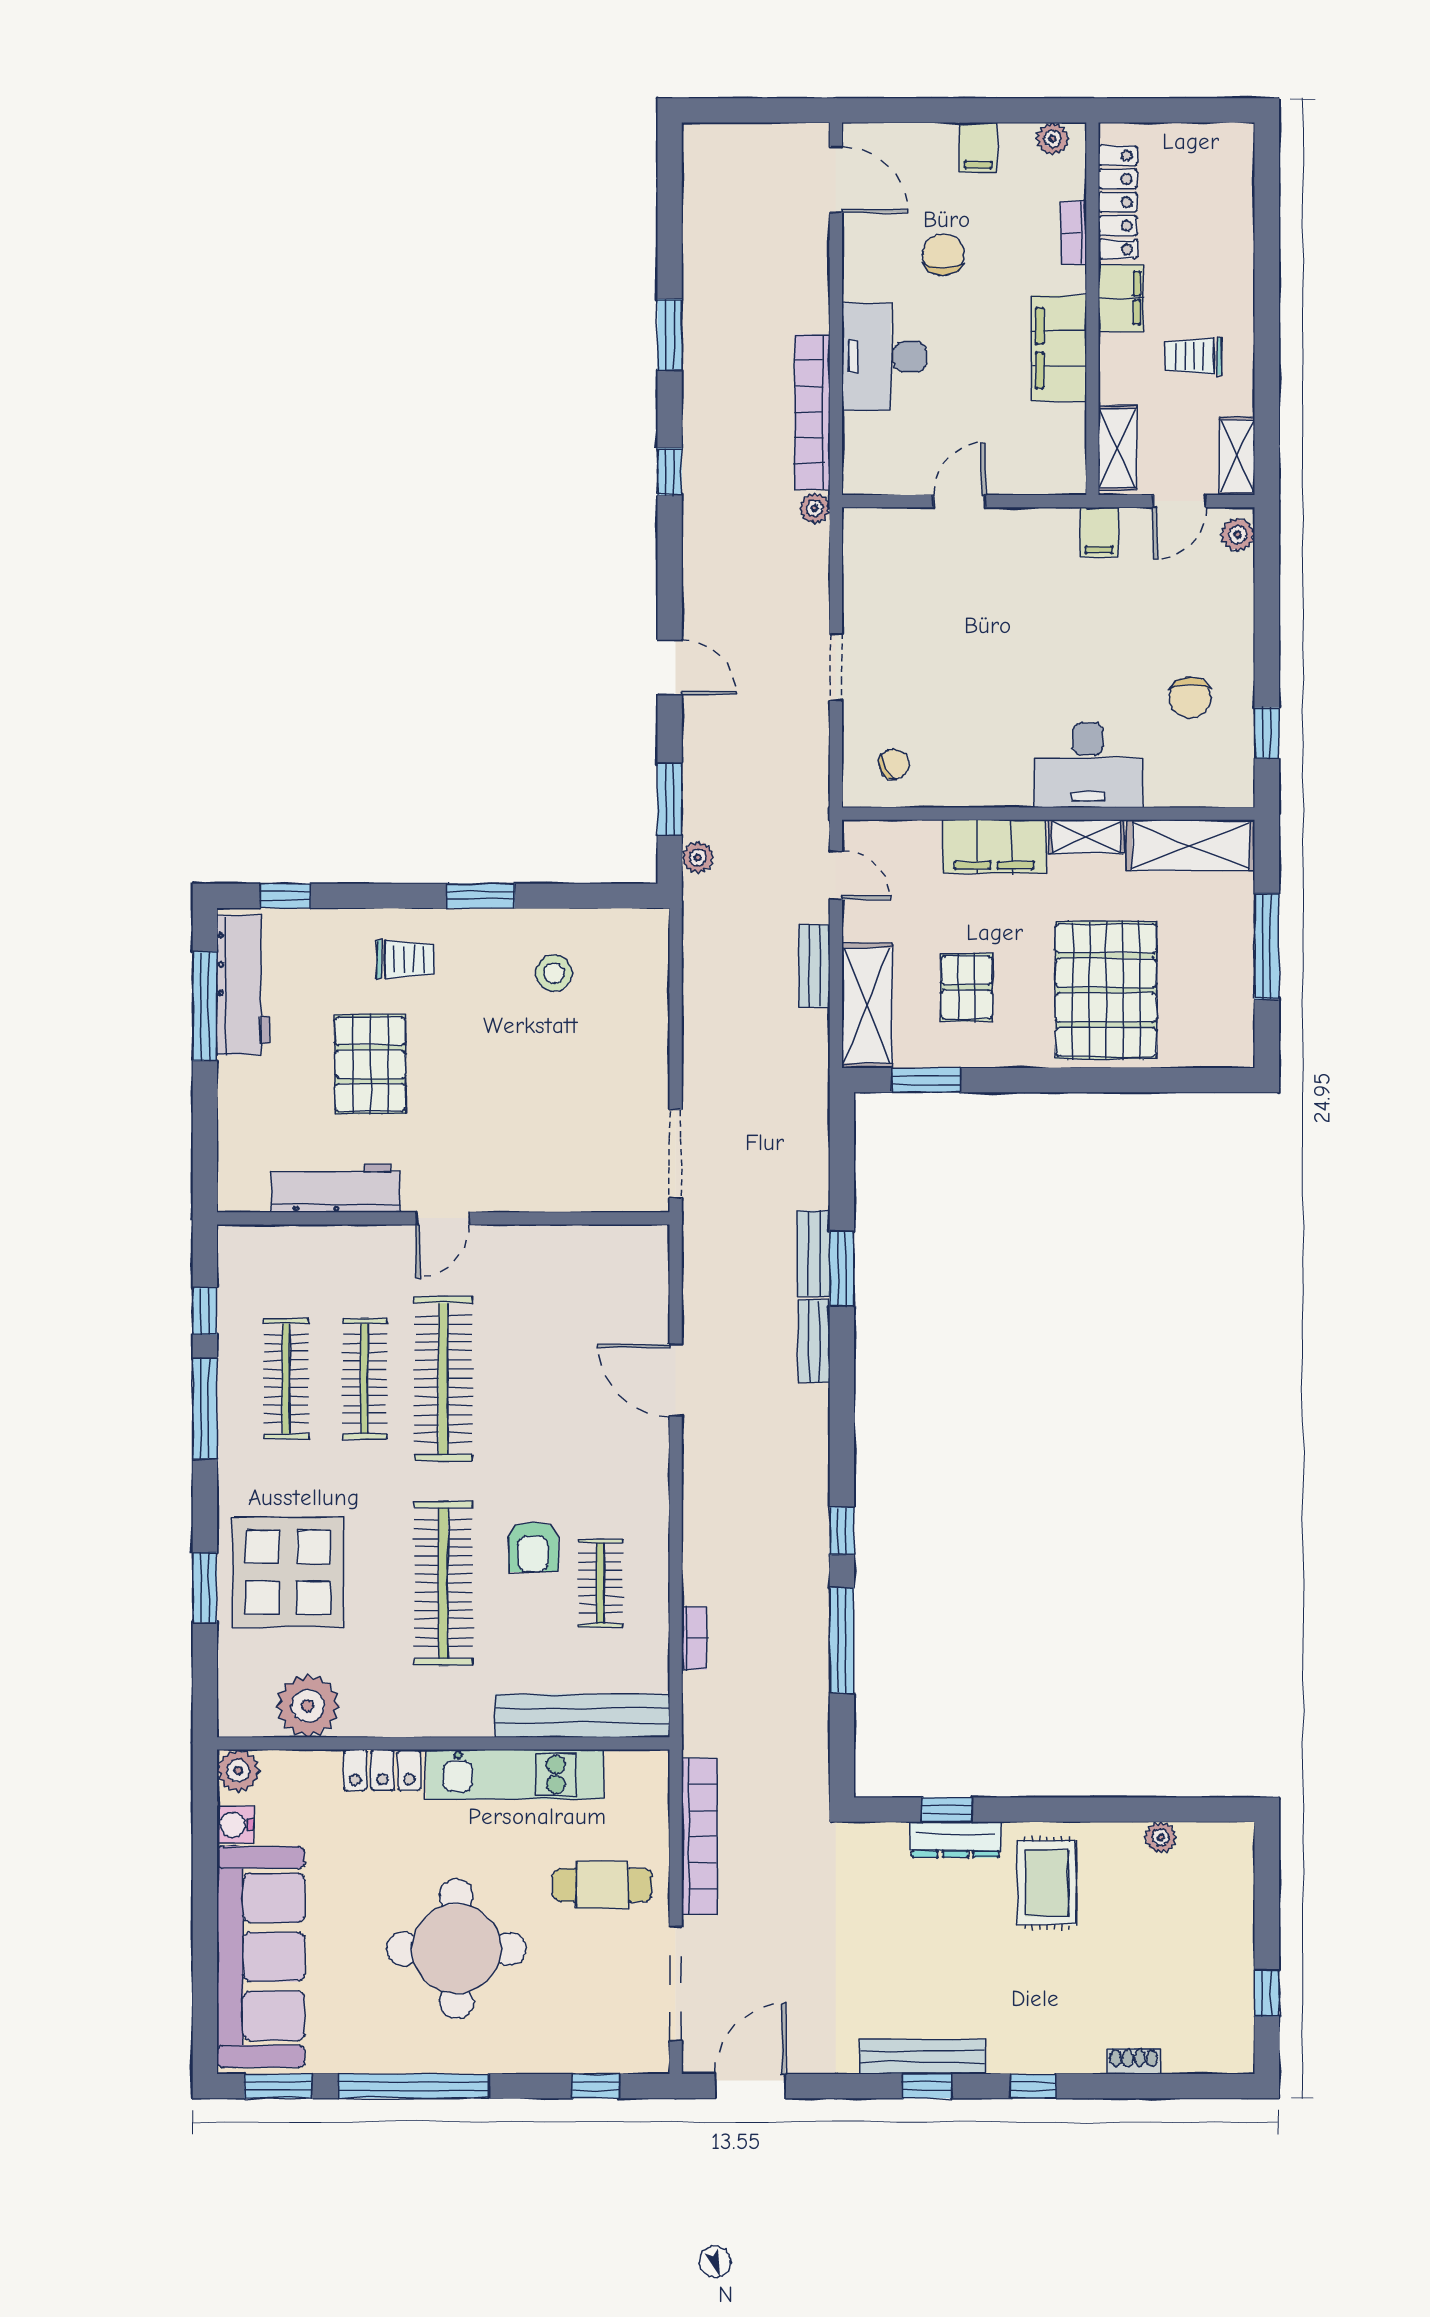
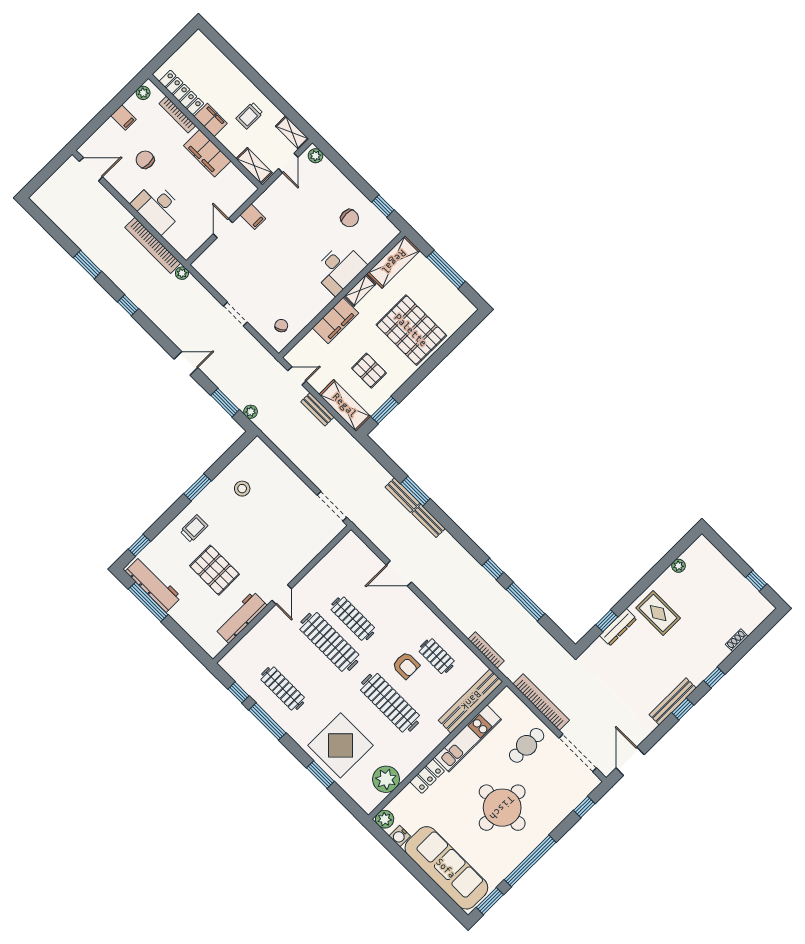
bookcase: (1074, 233) -> (177, 115), width x1.56
filing cabinet: (1099, 532) -> (253, 217), moved
clothes rail: (365, 1379) -> (353, 619), moved
bookcase: (694, 1638) -> (486, 650), width x1.56

